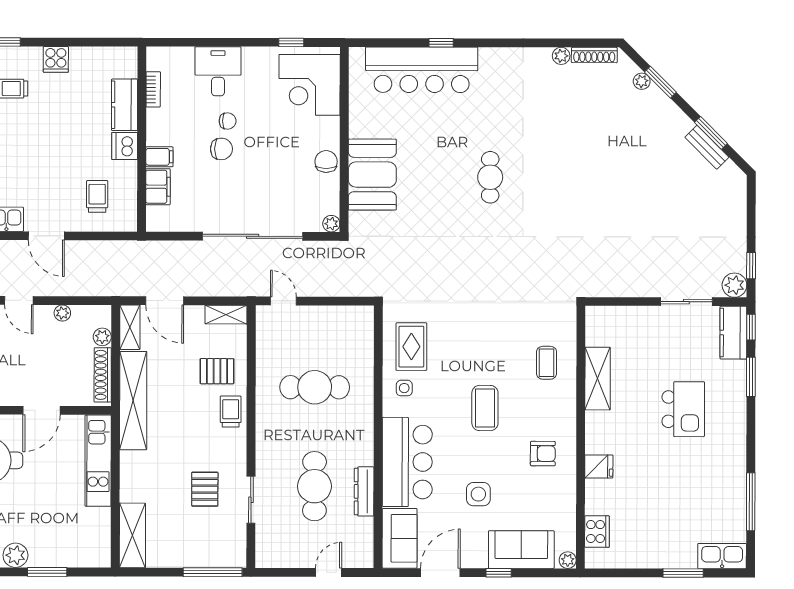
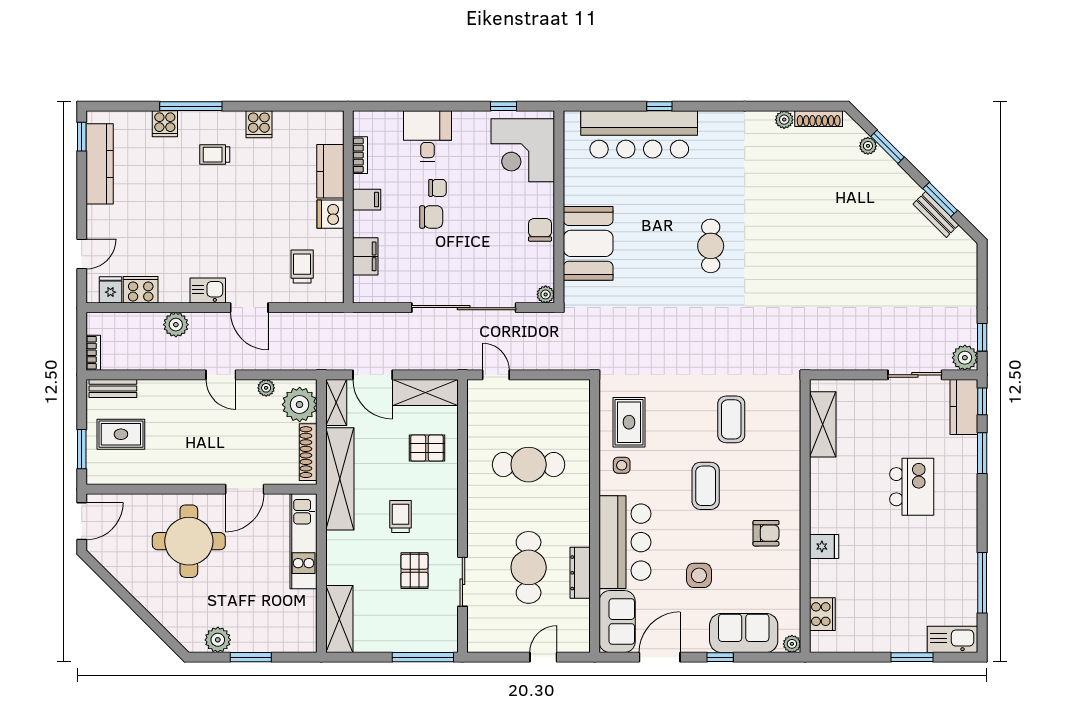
filing cabinet: (159, 157) -> (367, 200), moved
shelving: (226, 315) -> (425, 392), width x1.50, depth x1.33
plant: (102, 337) -> (300, 405), width x1.88, depth x1.88
coffee table: (547, 363) -> (731, 419), moved, width x1.36, depth x1.30
shelving: (598, 379) -> (823, 424), moved
trolley: (231, 411) -> (400, 517), moved

